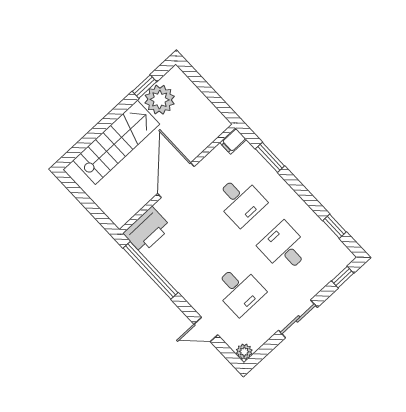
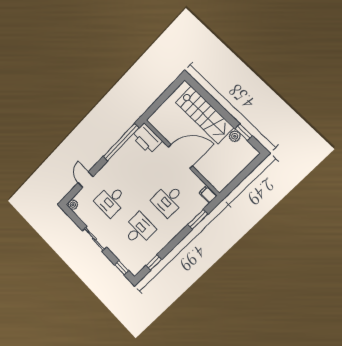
plant: (160, 100) -> (235, 136), width x0.53, depth x0.53

